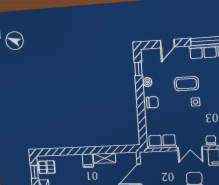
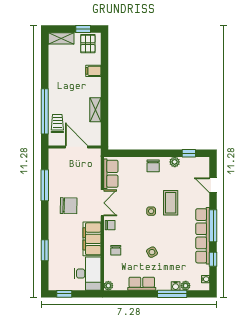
double door: (190, 149) -> (102, 203), swing flipped
filing cabinet: (88, 161) -> (93, 71), moved

